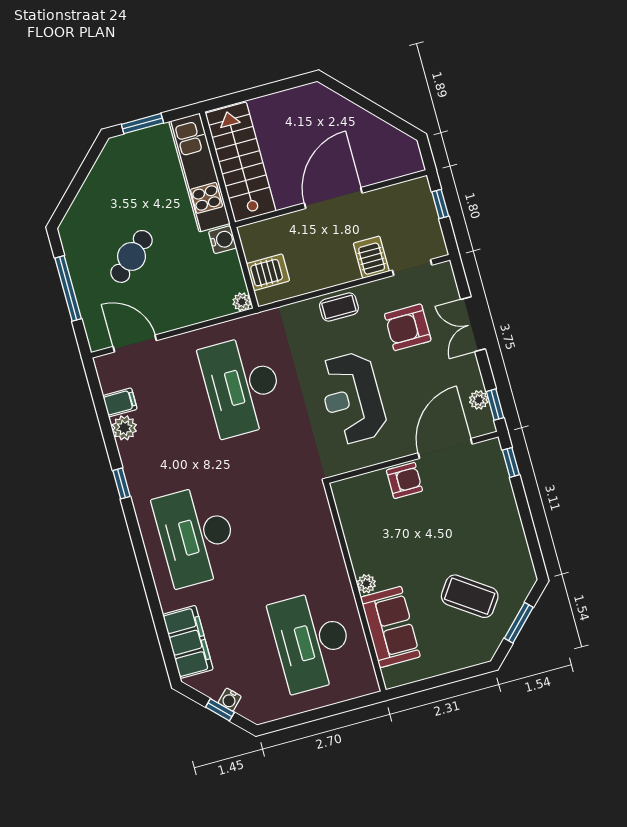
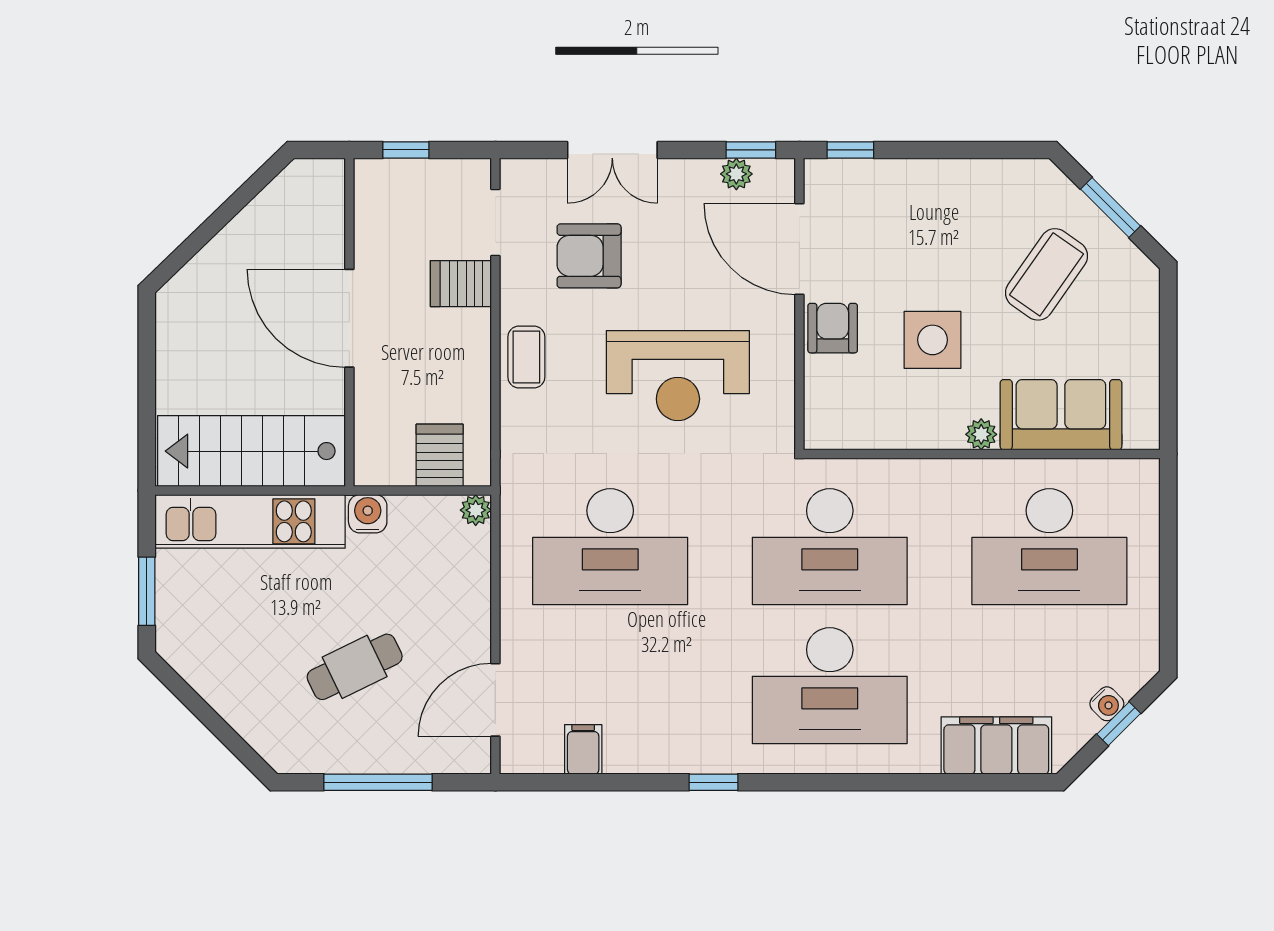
cafe table: (132, 256) -> (355, 667), turned -75
armchair: (408, 327) -> (589, 256), turned 90
plant: (124, 428) -> (626, 753), removed
desk: (277, 514) -> (830, 547), added
side table: (413, 540) -> (933, 340), added

